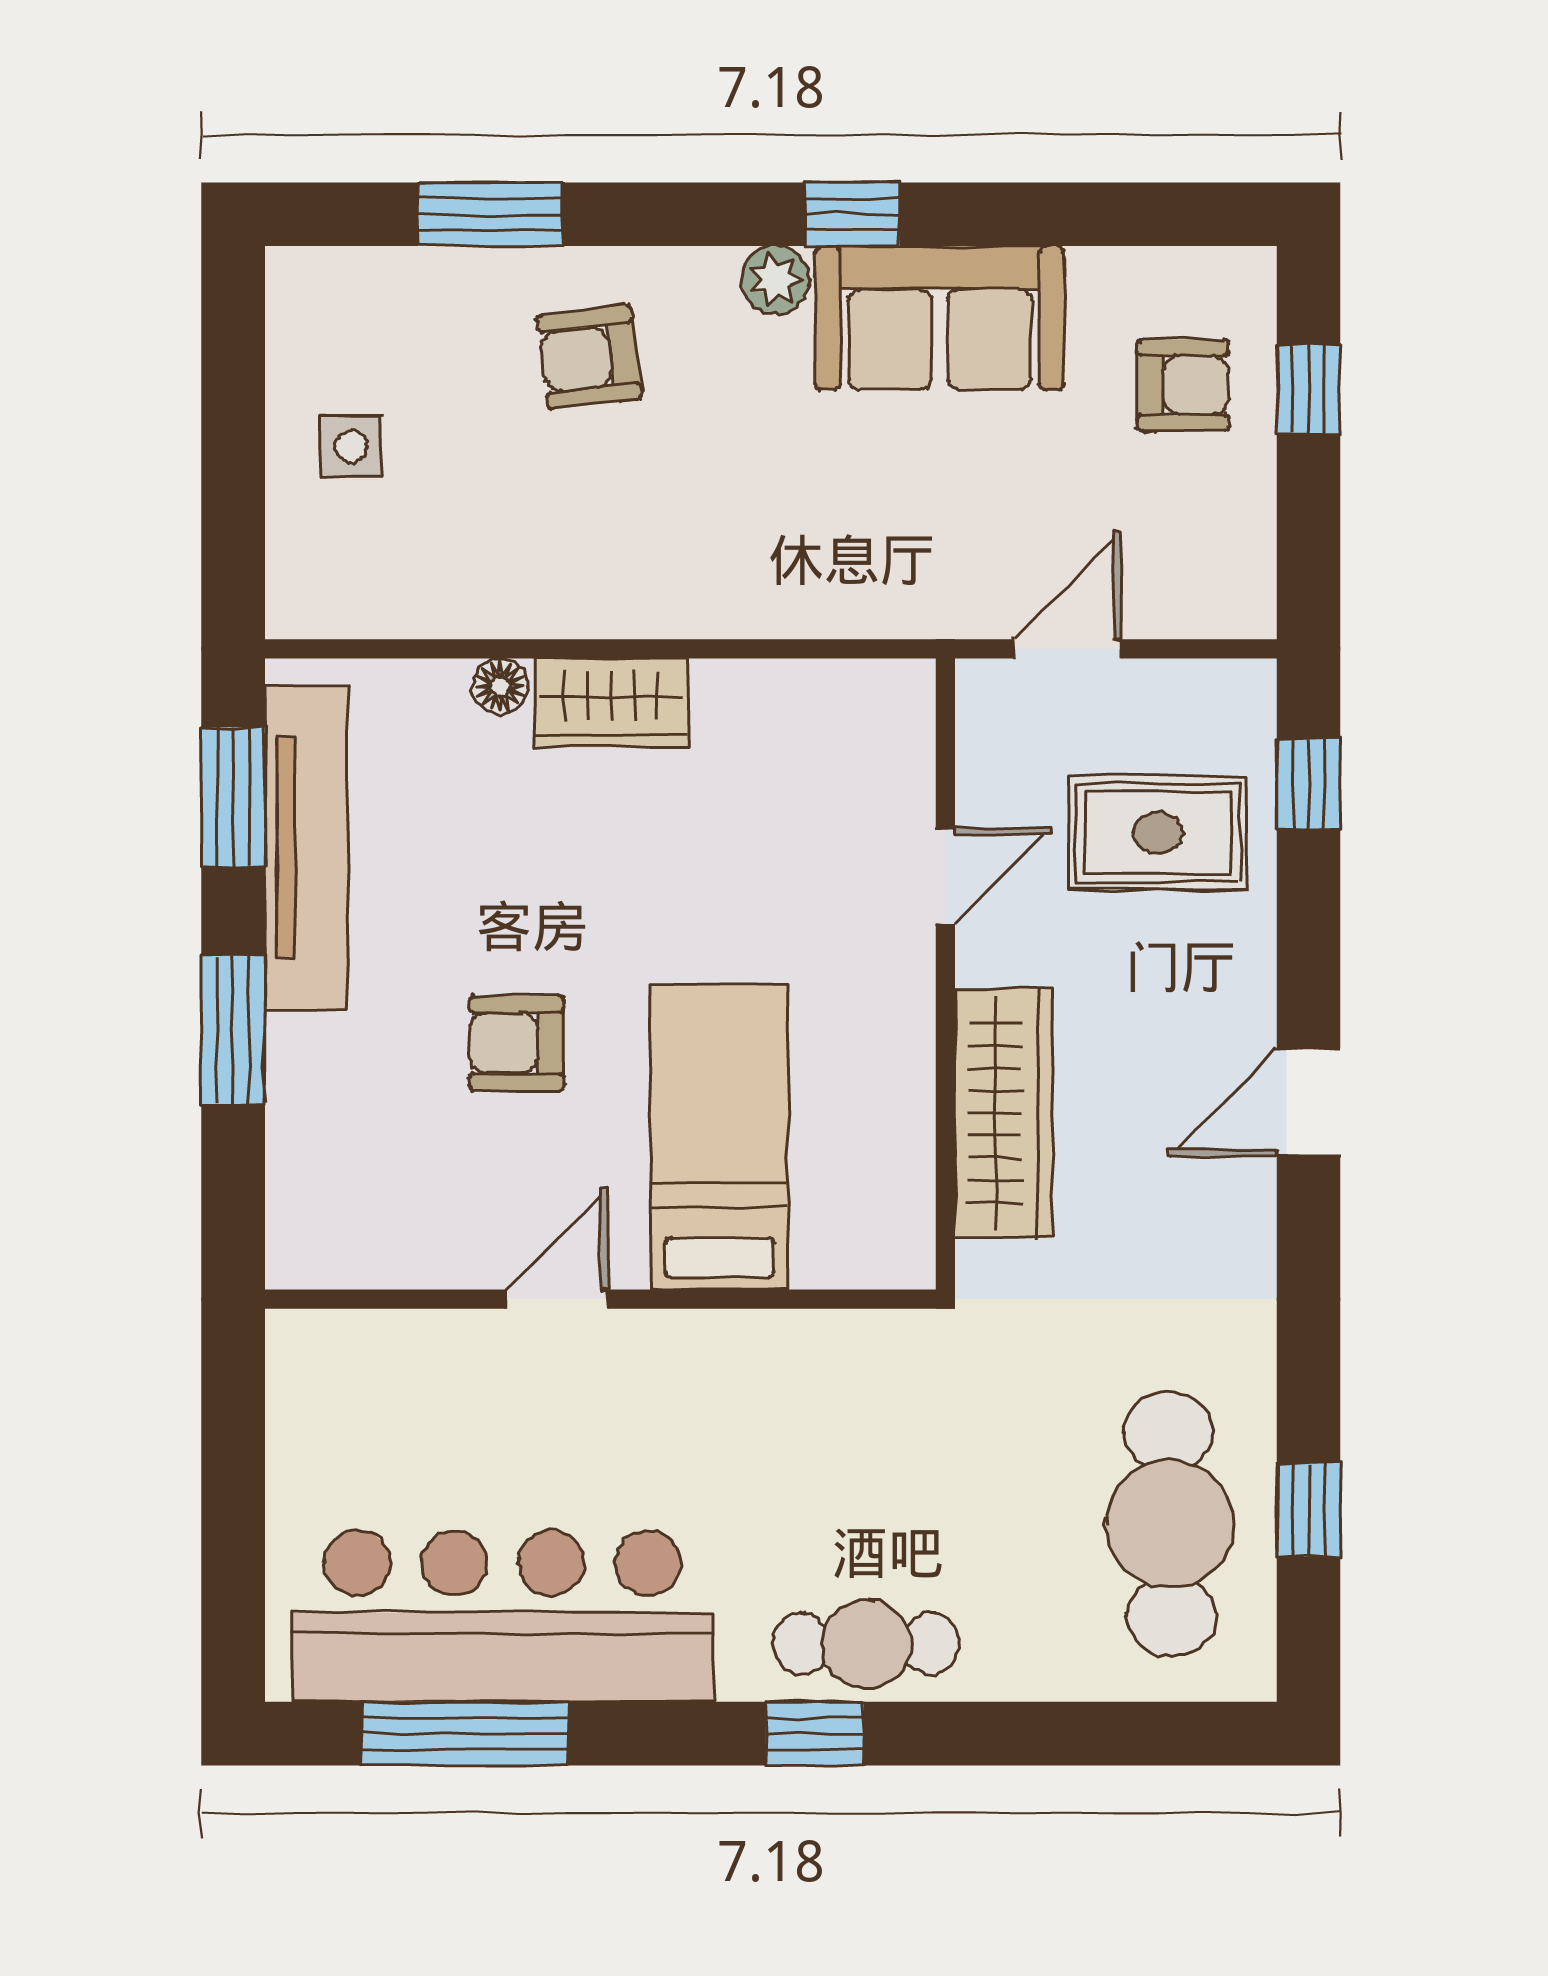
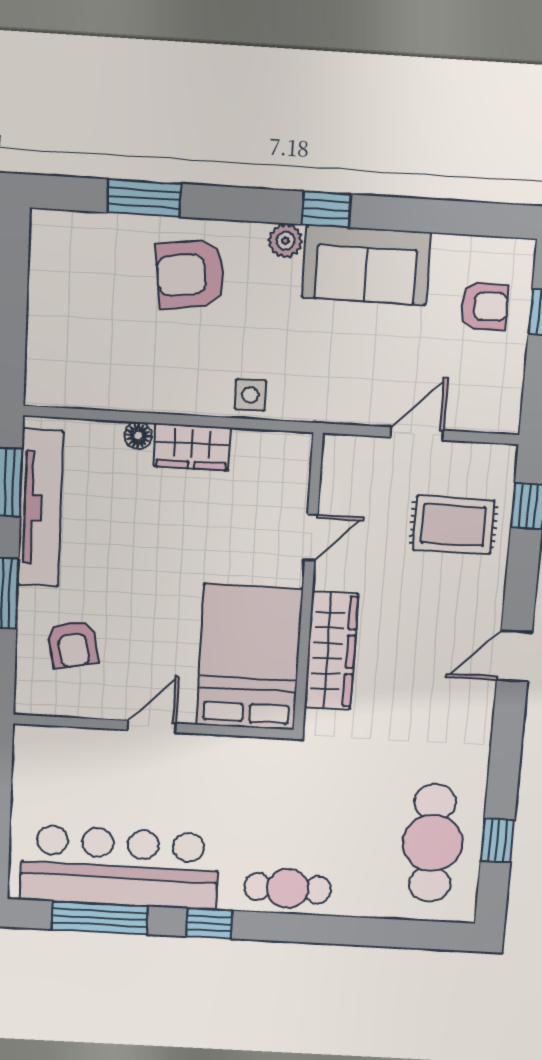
armchair: (590, 357) -> (190, 274), width x1.38, depth x1.38
side table: (351, 446) -> (250, 395), moved
door: (945, 876) -> (311, 538), moved
wall: (945, 974) -> (308, 584), moved
armchair: (517, 1043) -> (73, 644), moved, turned -101
wardrobe: (1003, 1113) -> (331, 651), moved
bed: (719, 1137) -> (249, 657), width x1.50
window: (815, 1734) -> (209, 924), moved

